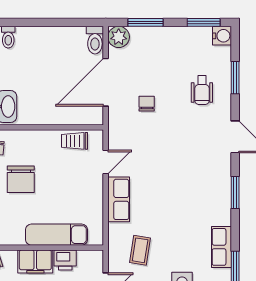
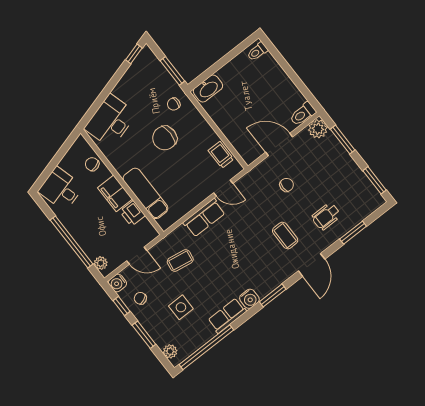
water cooler: (222, 36) -> (249, 299), moved
door: (106, 82) -> (279, 144), width x0.73
coffee table: (191, 140) -> (285, 236), added

